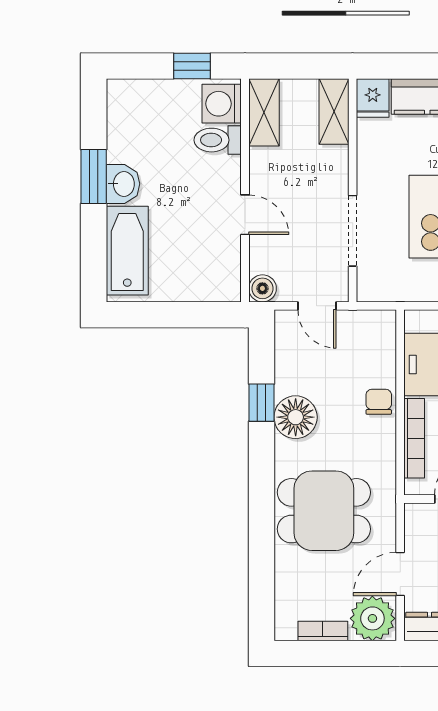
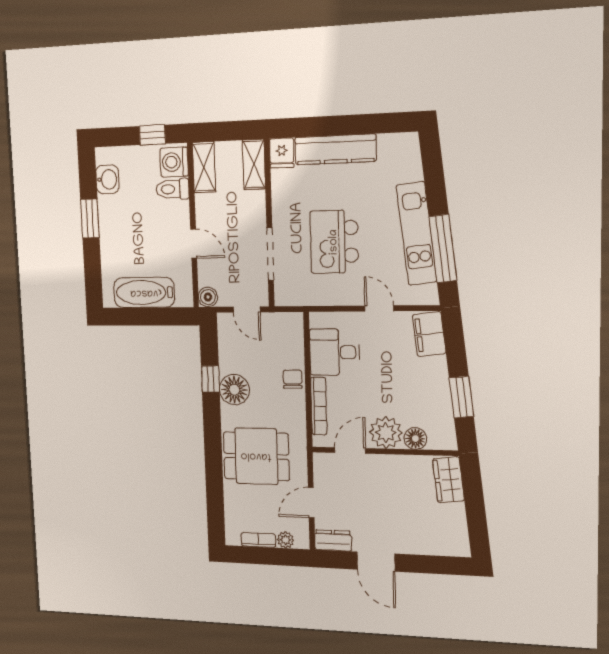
washbasin: (123, 184) -> (107, 179), moved
bathtub: (127, 251) -> (144, 293), moved, turned -90
plant: (372, 618) -> (285, 540), width x0.53, depth x0.53

